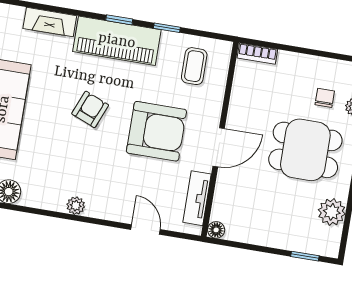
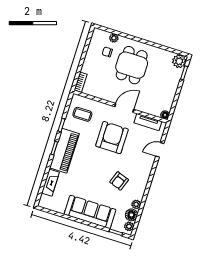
armchair: (90, 109) -> (119, 181), moved, turned -92
door: (219, 147) -> (124, 108), hinge flipped
plant: (76, 206) -> (136, 204), moved
plant: (332, 212) -> (179, 61), moved

